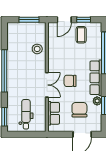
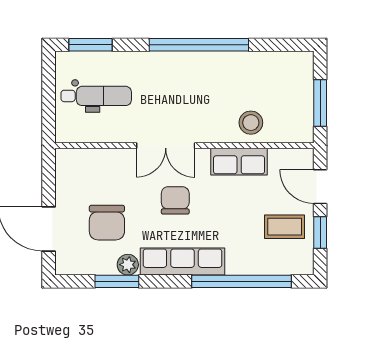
chair: (79, 110) -> (107, 223), turned 90
row of seats: (54, 113) -> (239, 162), moved

